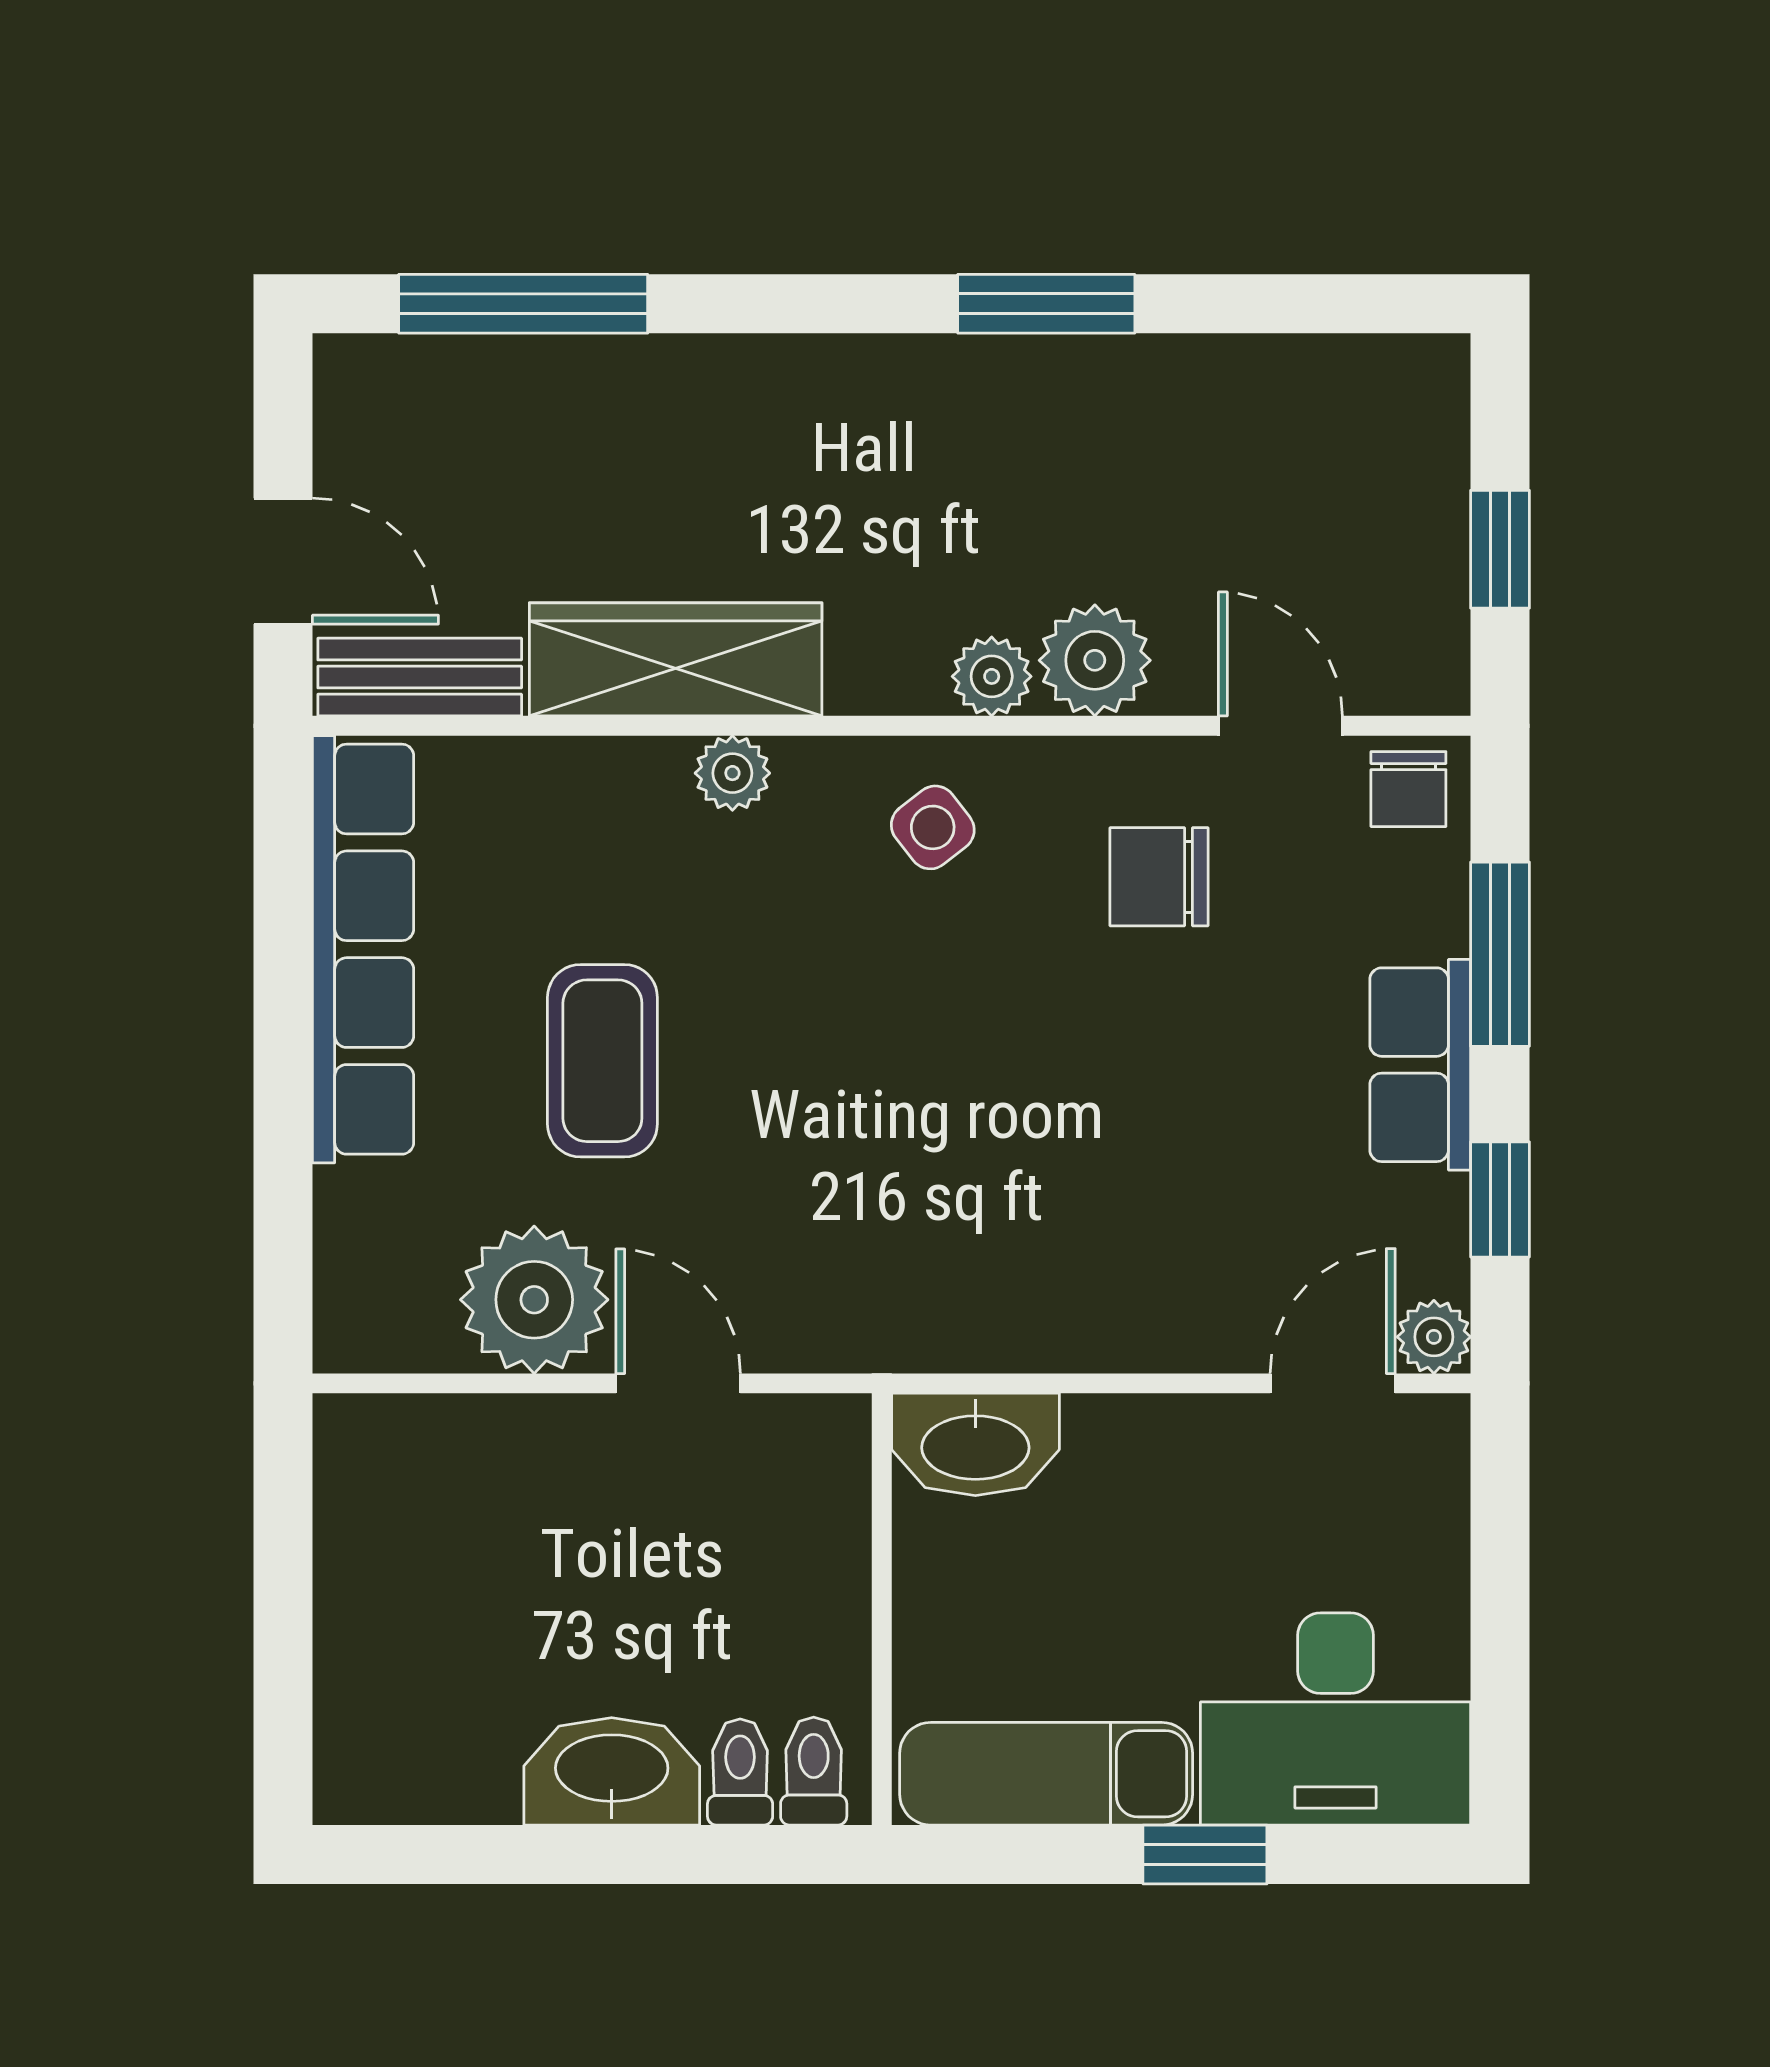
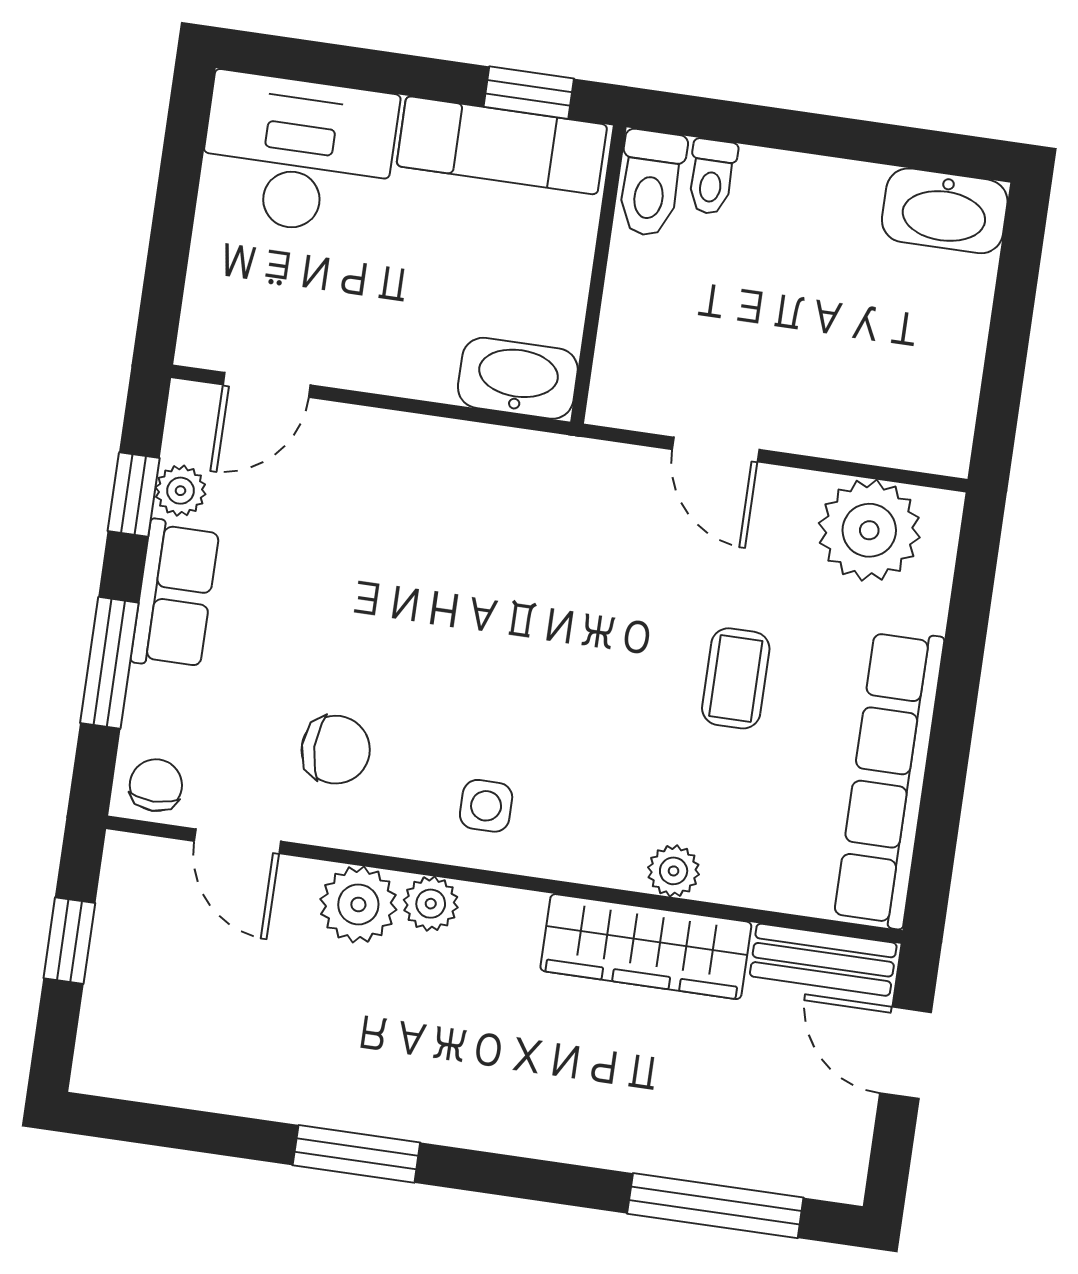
plant: (732, 773) -> (674, 871), moved
side table: (933, 827) -> (486, 806), turned 38
coffee table: (602, 1061) -> (736, 678), width x0.73, depth x0.77
plant: (534, 1300) -> (869, 530), moved
plant: (1434, 1337) -> (181, 491), moved
washbasin: (612, 1771) -> (945, 211), moved
toilet: (814, 1771) -> (651, 183), width x1.37, depth x1.39
window: (1205, 1854) -> (529, 93), moved

